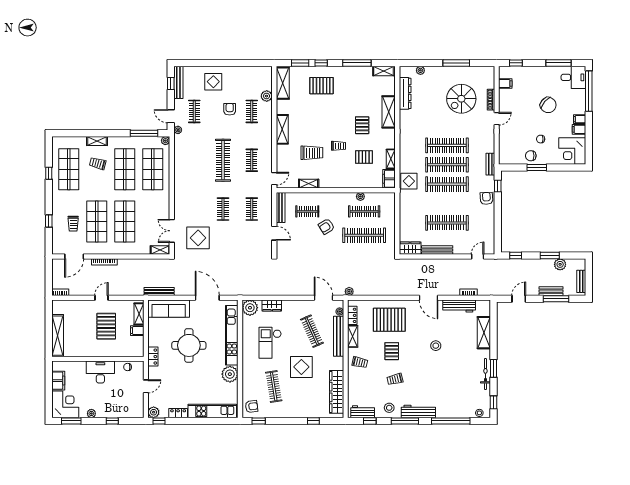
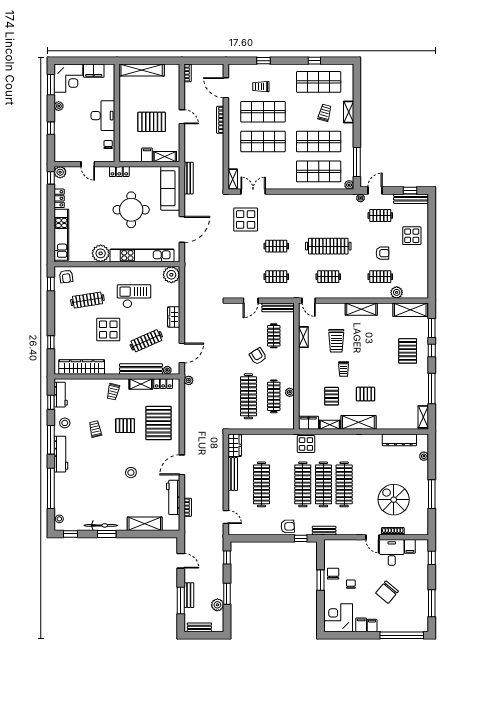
desk: (573, 77) -> (392, 552), moved, turned 180
shelving: (389, 112) -> (358, 422), moved
wardrobe: (272, 306) -> (174, 317), moved

